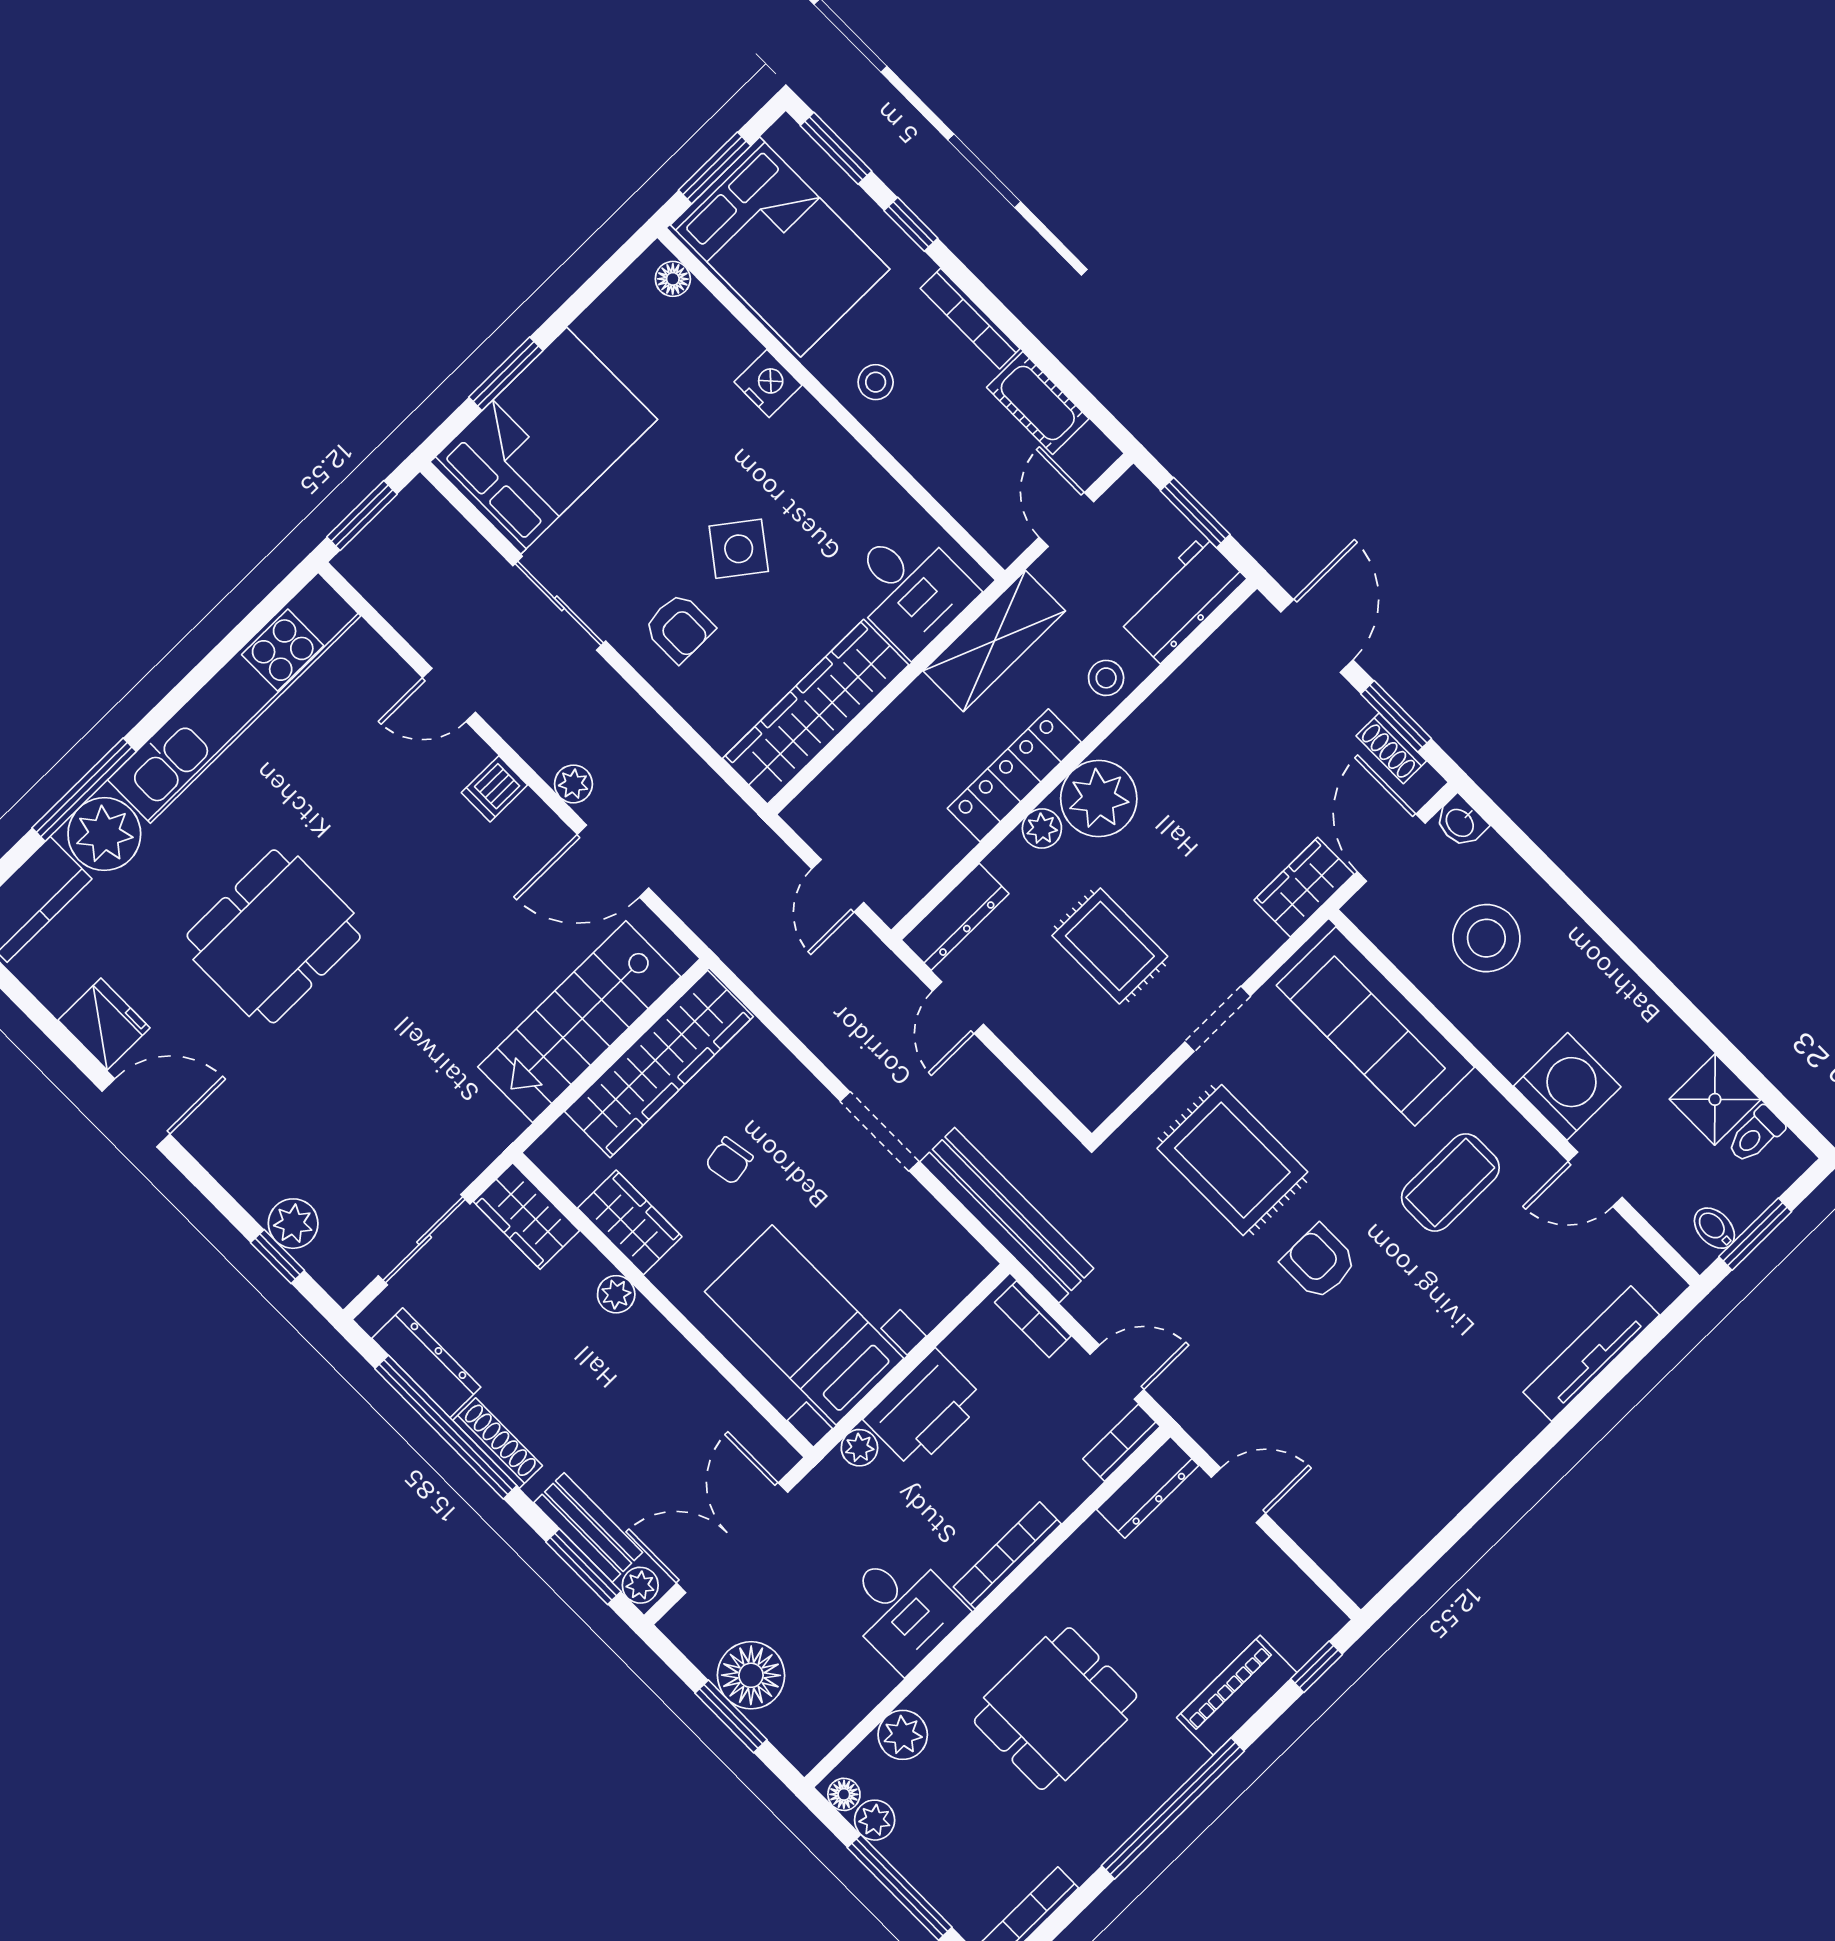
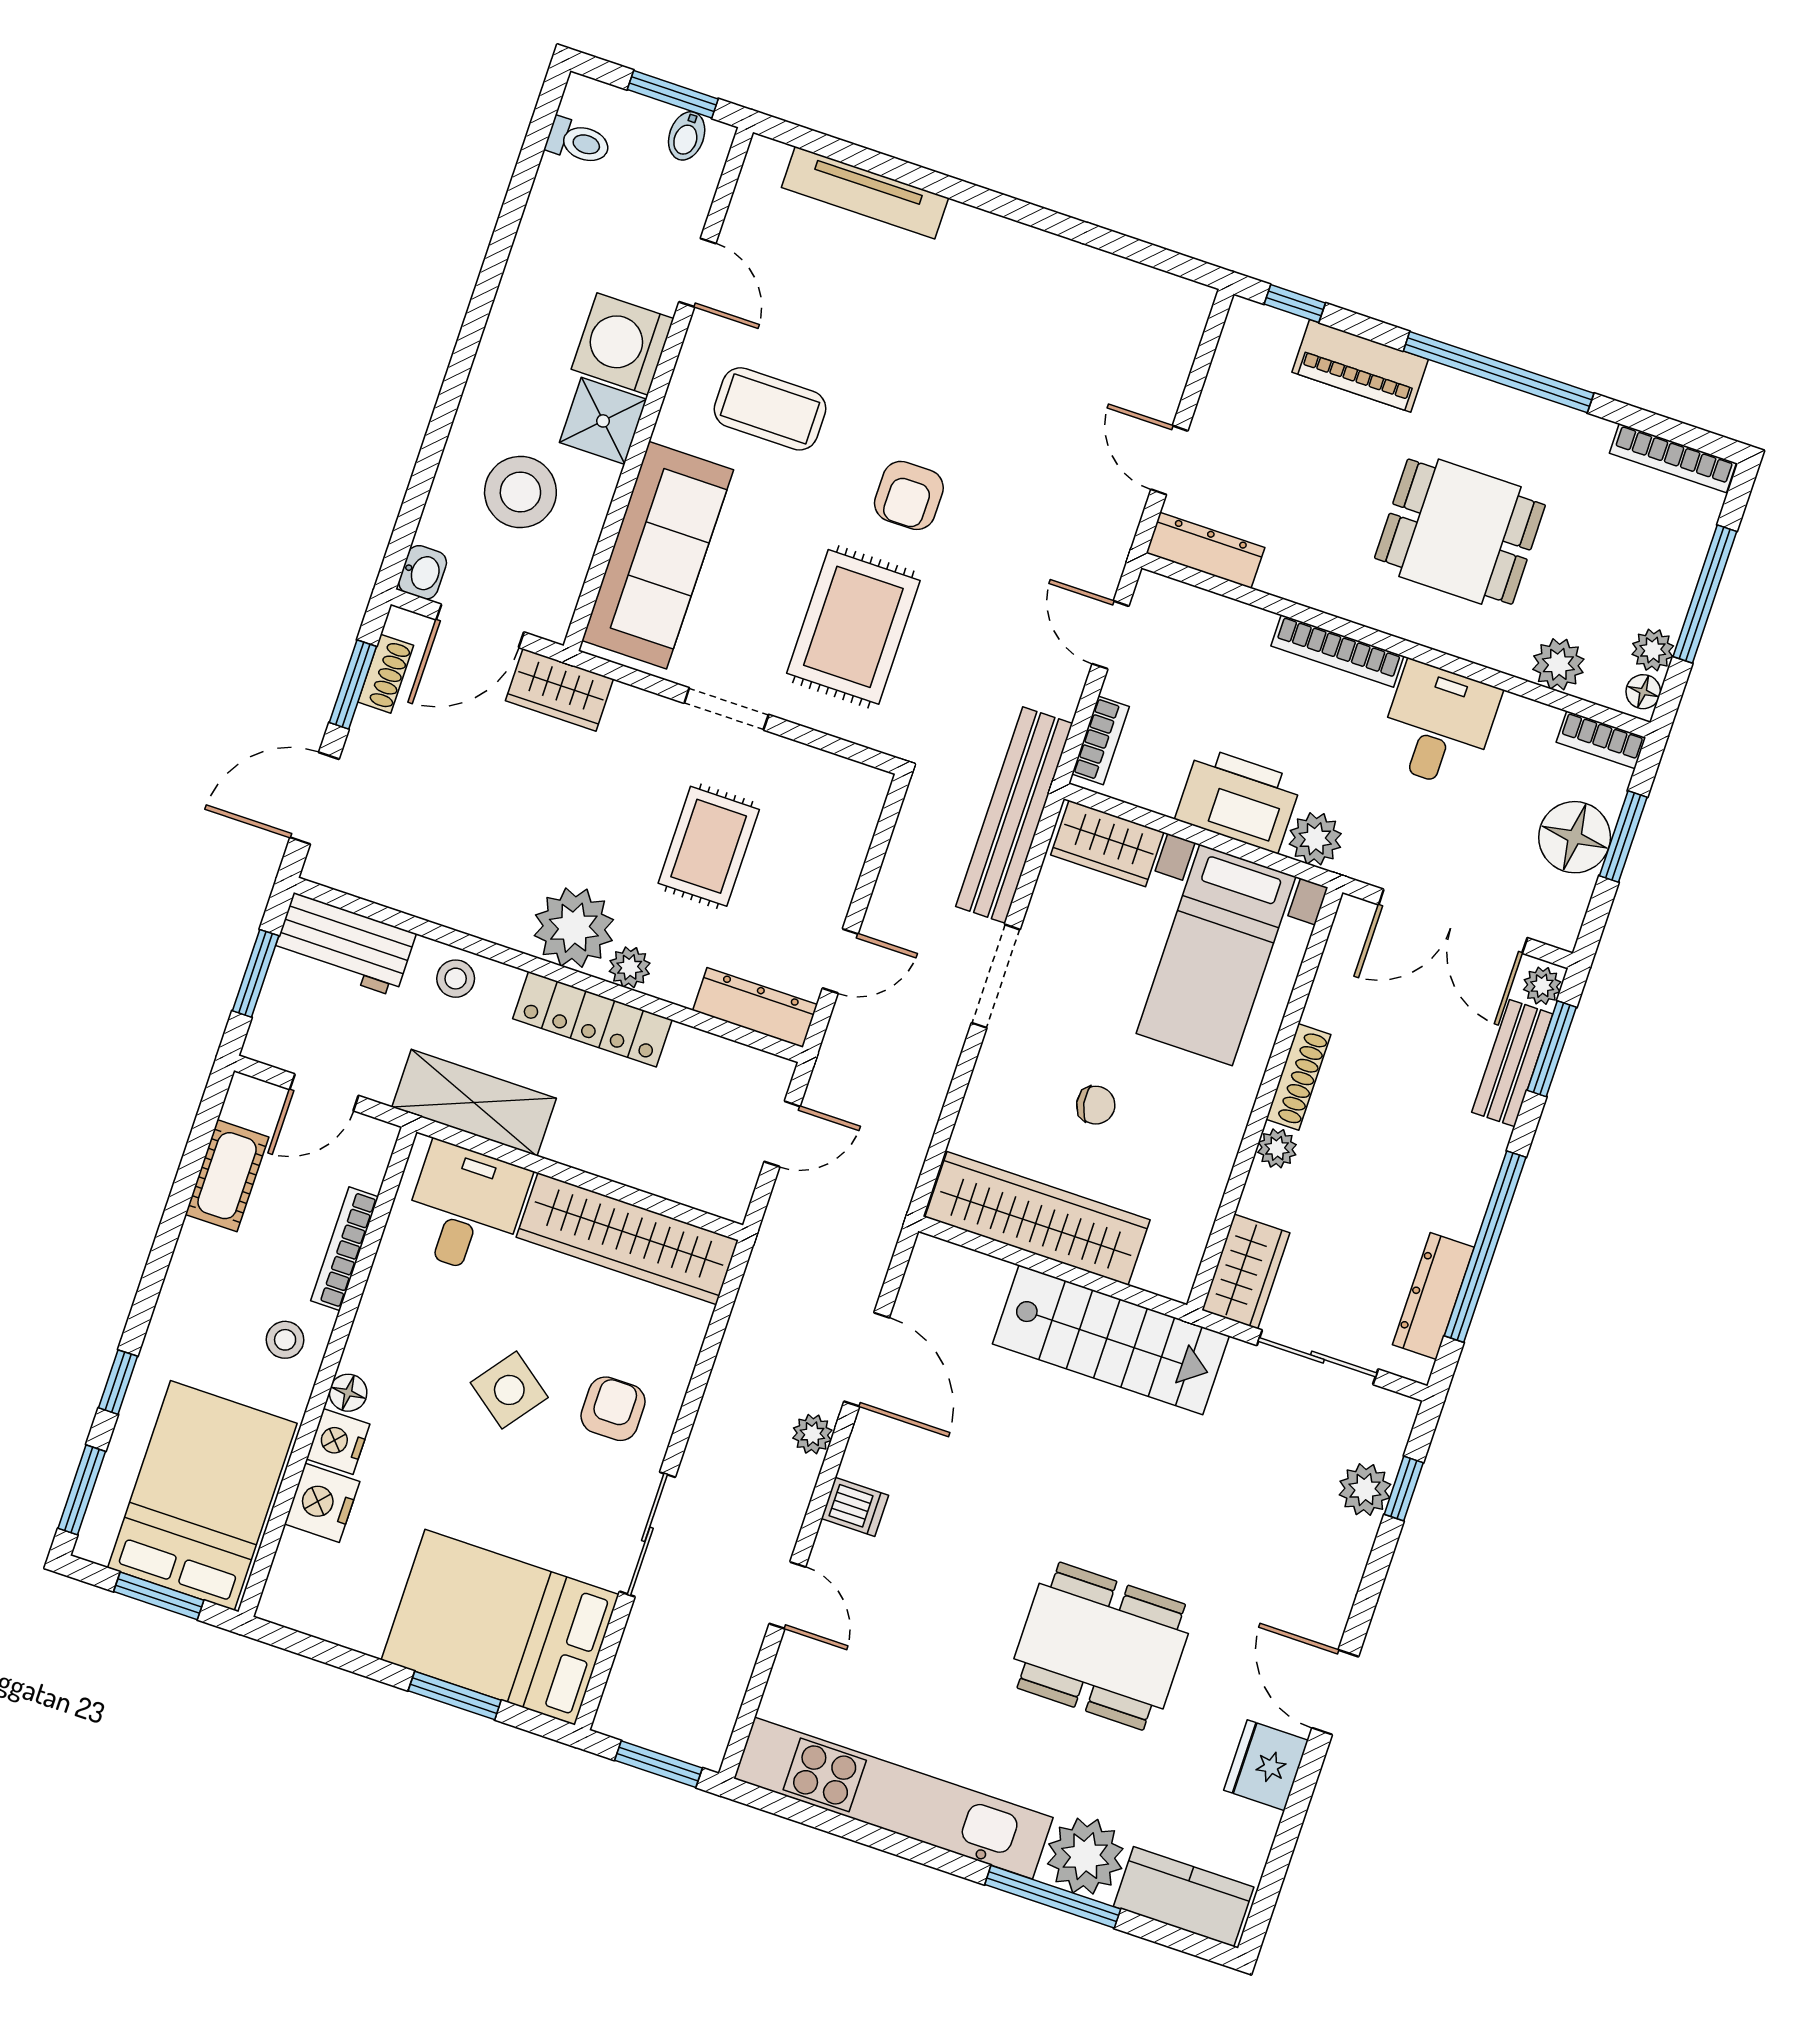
floor lamp: (673, 279) -> (348, 1393), moved
bookcase: (970, 319) -> (345, 1249), moved, turned 180
nightstand: (723, 344) -> (322, 1503), added
stairs: (579, 1022) -> (1111, 1340), moved
shower: (1715, 1099) -> (603, 421), moved
wardrobe: (630, 1222) -> (1107, 844), moved, turned -90
shoe rack: (498, 1443) -> (1298, 1077), moved, turned 180
bookcase: (1121, 1443) -> (1601, 740), moved
plant: (859, 1448) -> (1315, 839), width x1.38, depth x1.38

